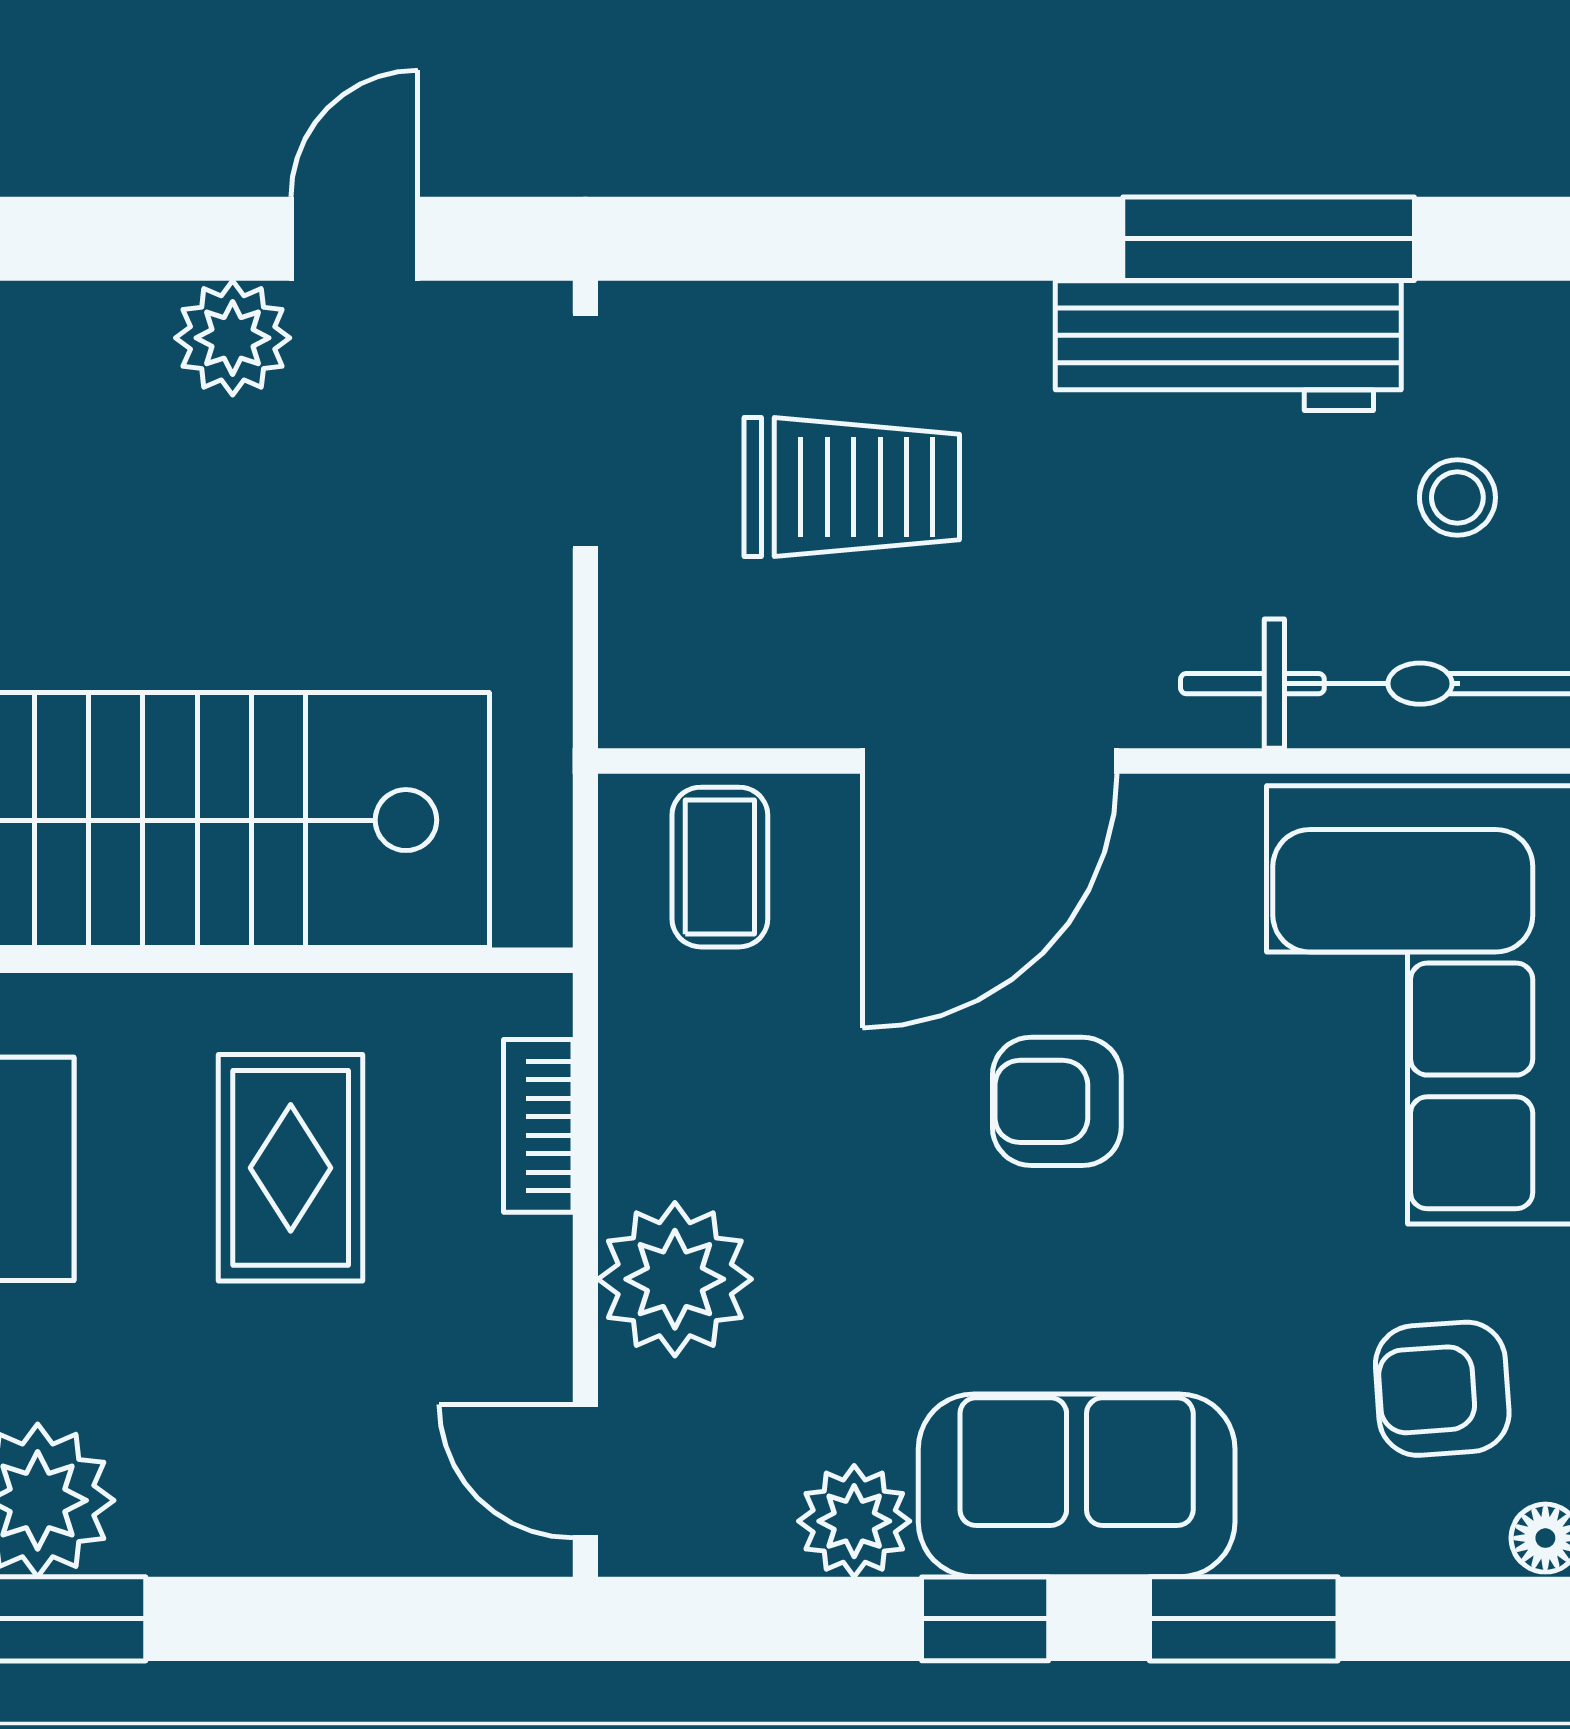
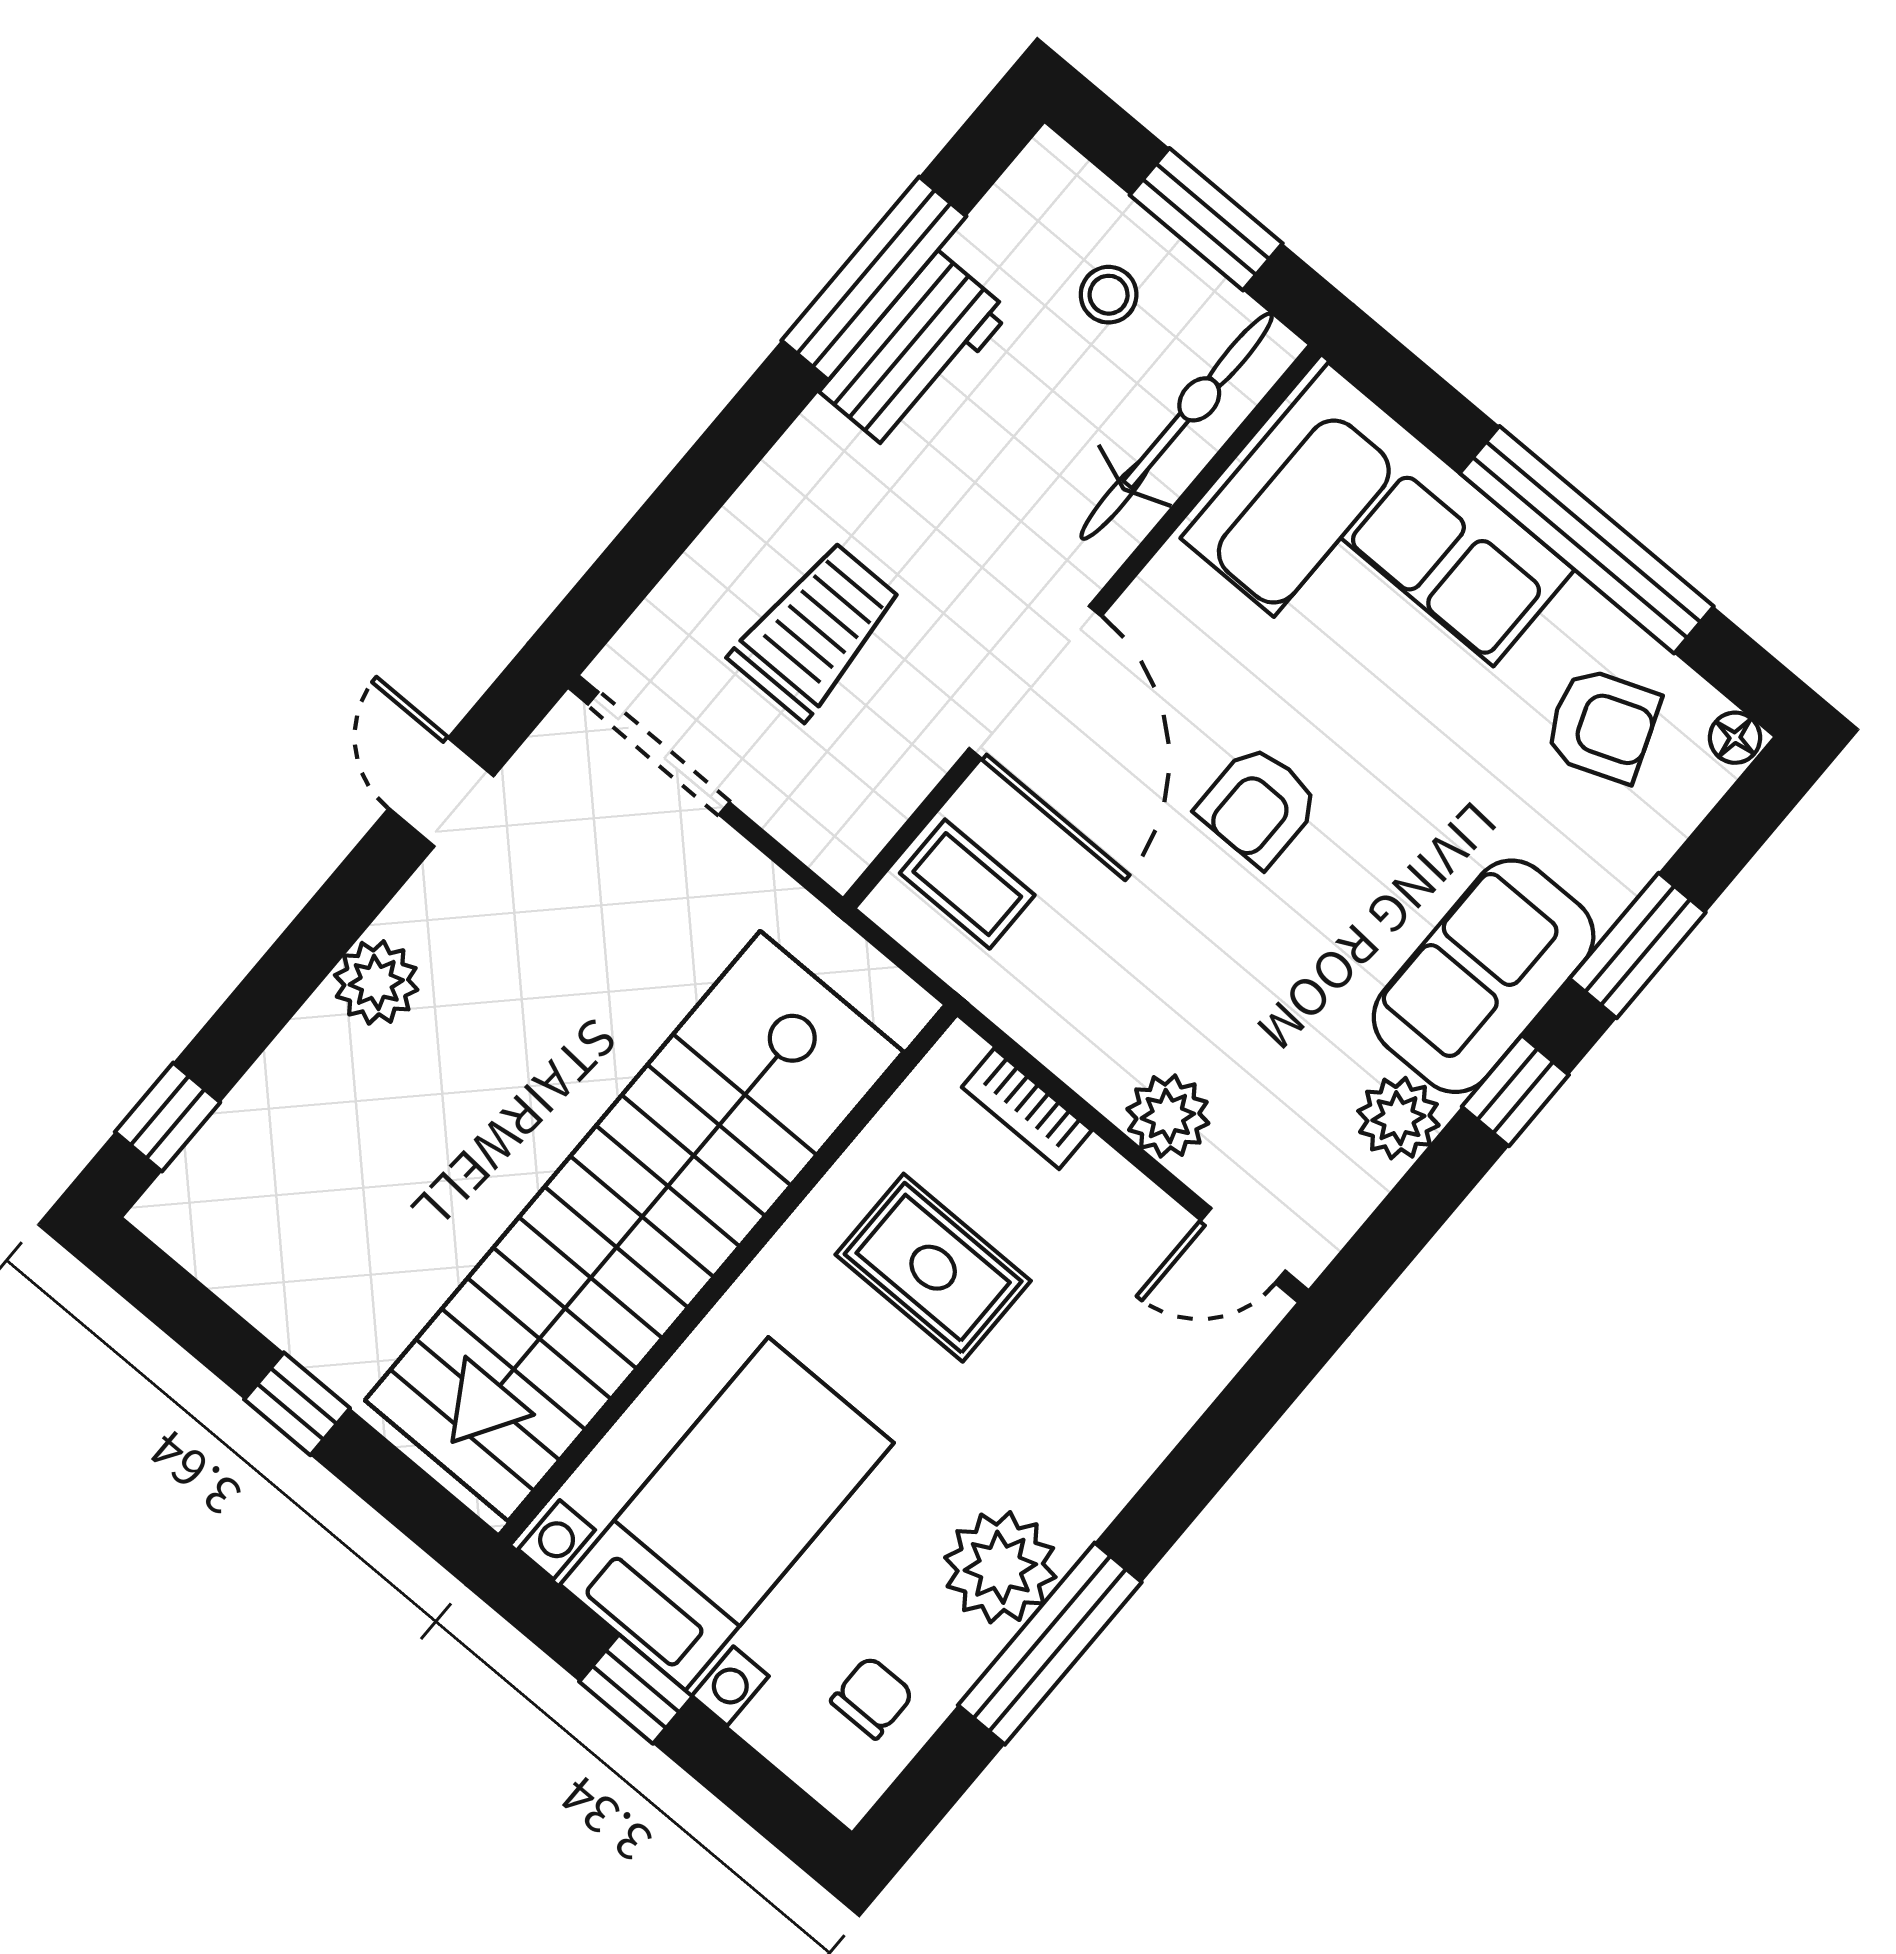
plant: (233, 338) -> (376, 982), moved
workbench: (1228, 346) -> (915, 352), width x0.73
plant: (675, 1279) -> (1168, 1116), width x0.73, depth x0.73
armchair: (1442, 1389) -> (1602, 725), turned -107

